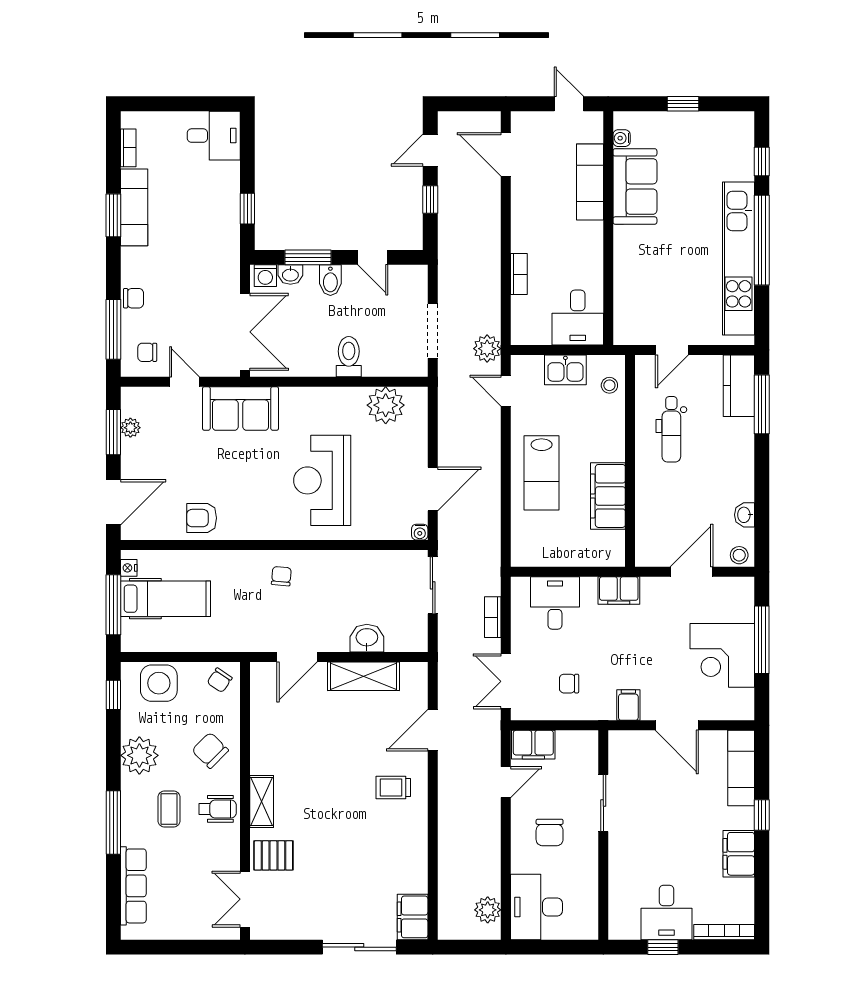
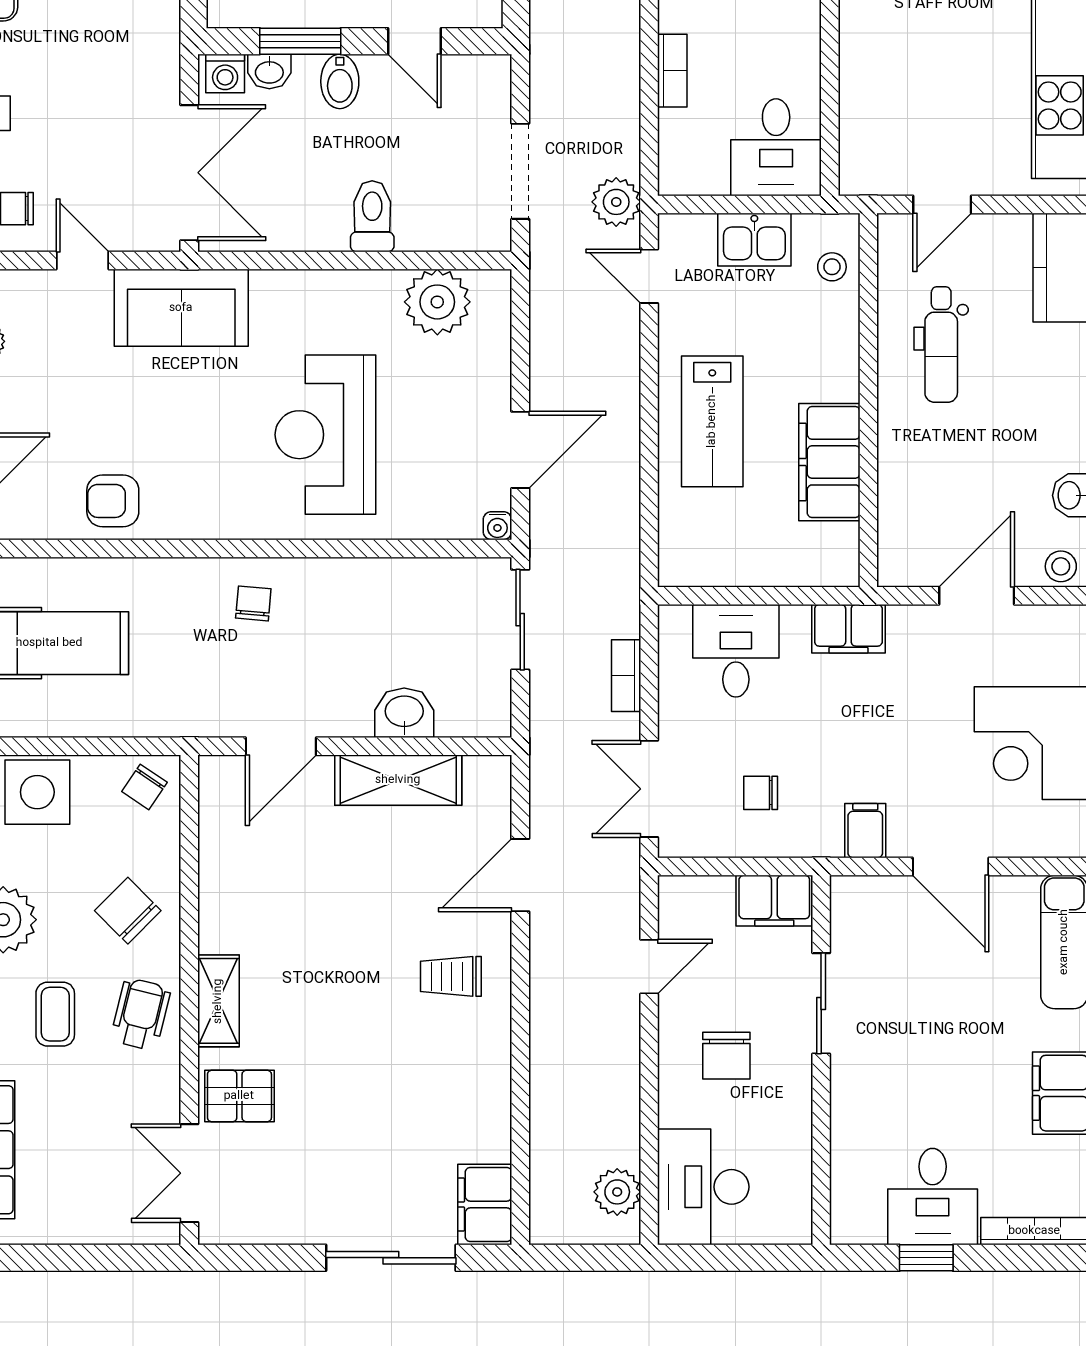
filing cabinet: (533, 745) -> (774, 901), moved
wheelchair: (217, 809) -> (141, 1014), turned -76

